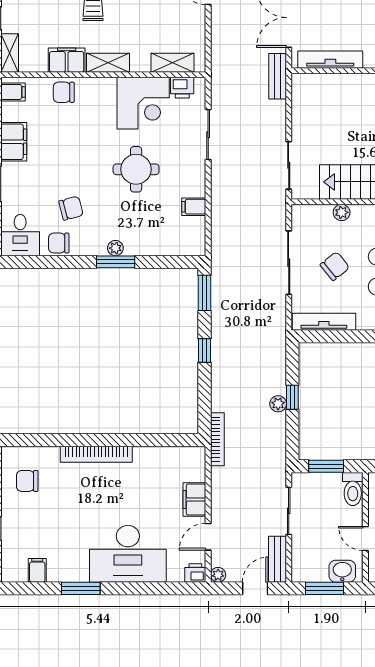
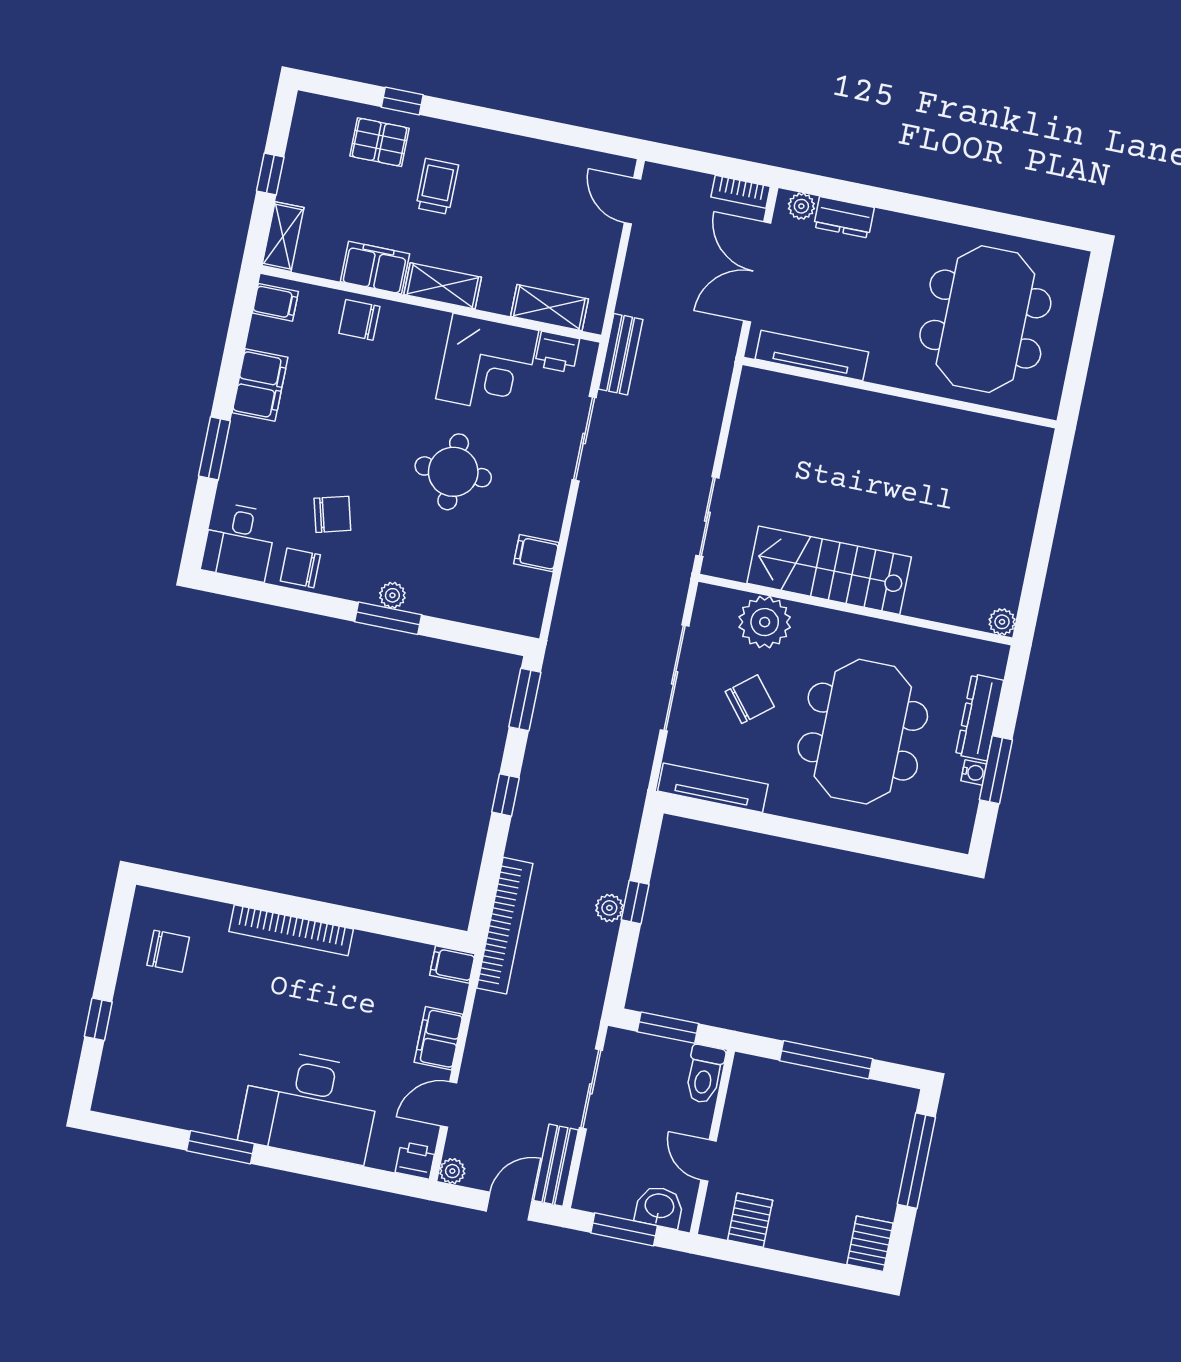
bench: (278, 76) -> (621, 354), moved
plant: (342, 212) -> (765, 622), width x1.87, depth x1.87
bookcase: (217, 439) -> (505, 926), width x1.48, depth x1.31
chair: (27, 481) -> (168, 951), turned 180
filing cabinet: (37, 570) -> (452, 964), moved, turned -90

